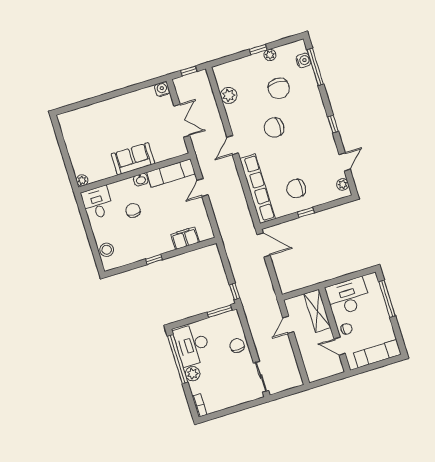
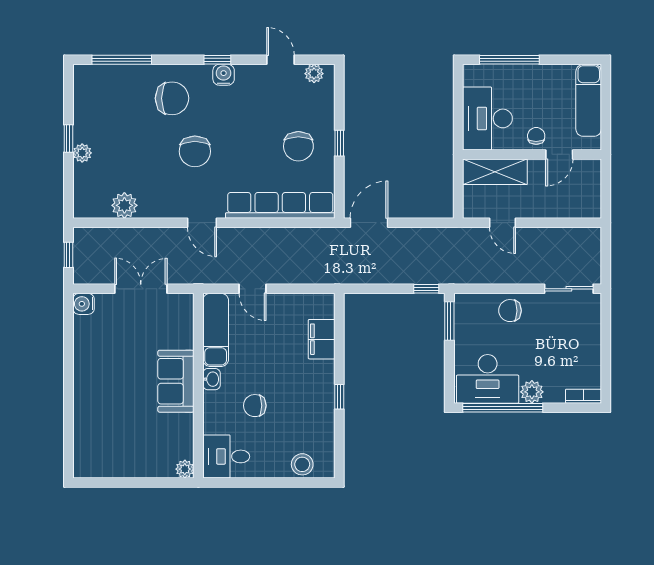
plant: (270, 55) -> (82, 153), moved
water cooler: (303, 60) -> (224, 75), moved
chair: (279, 88) -> (172, 98), moved

